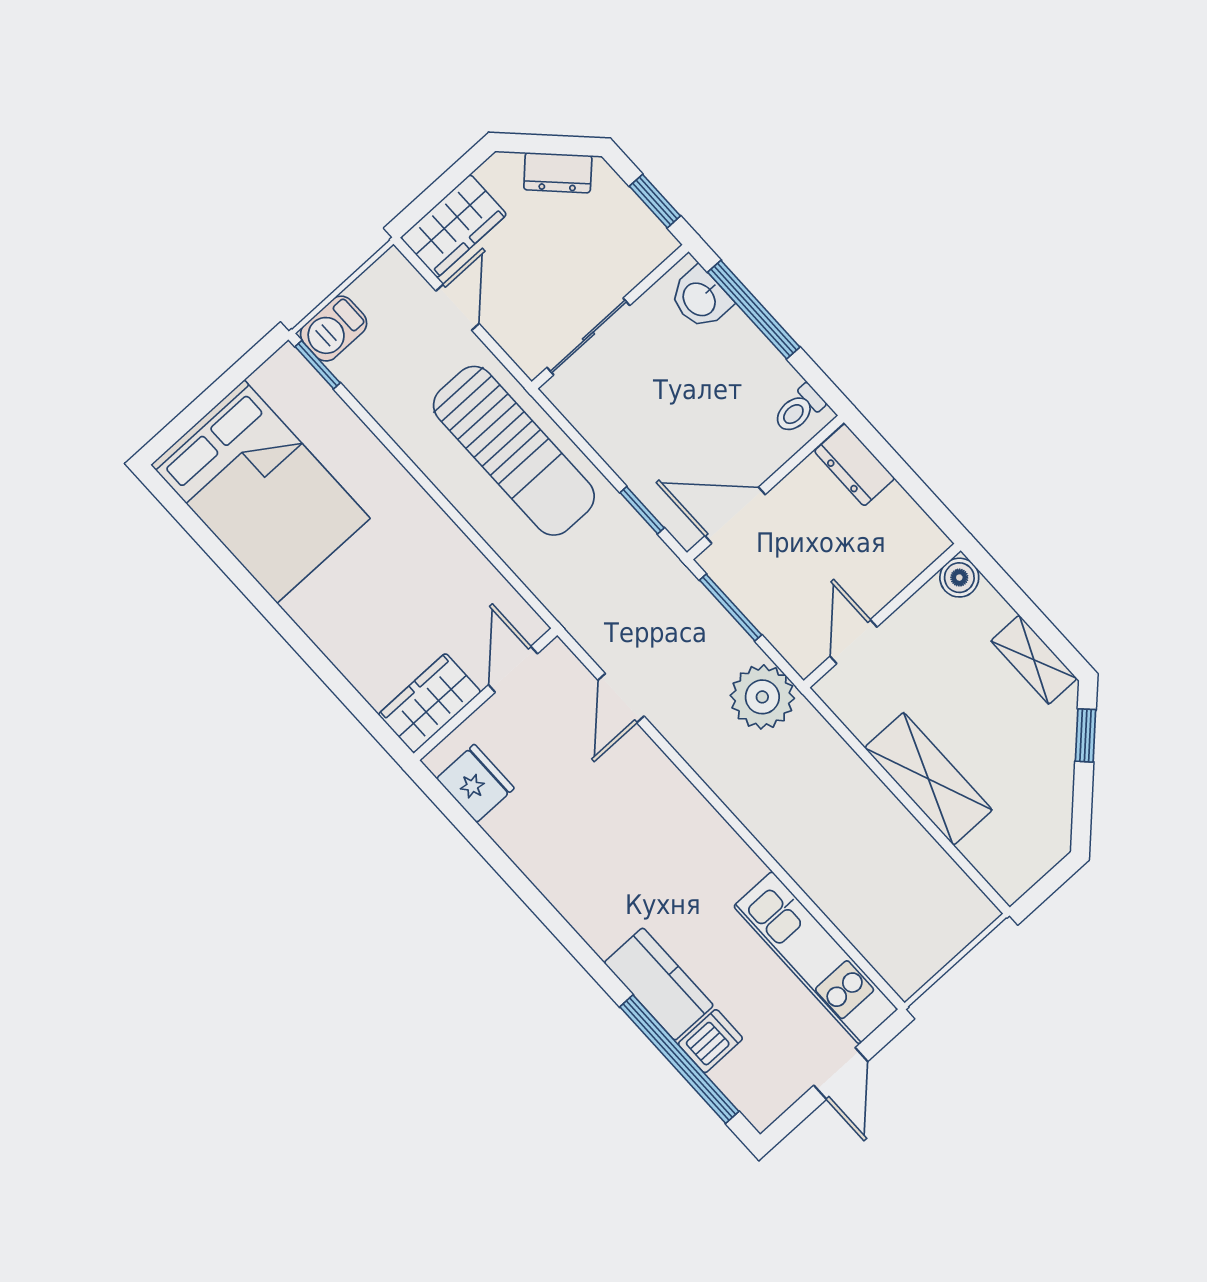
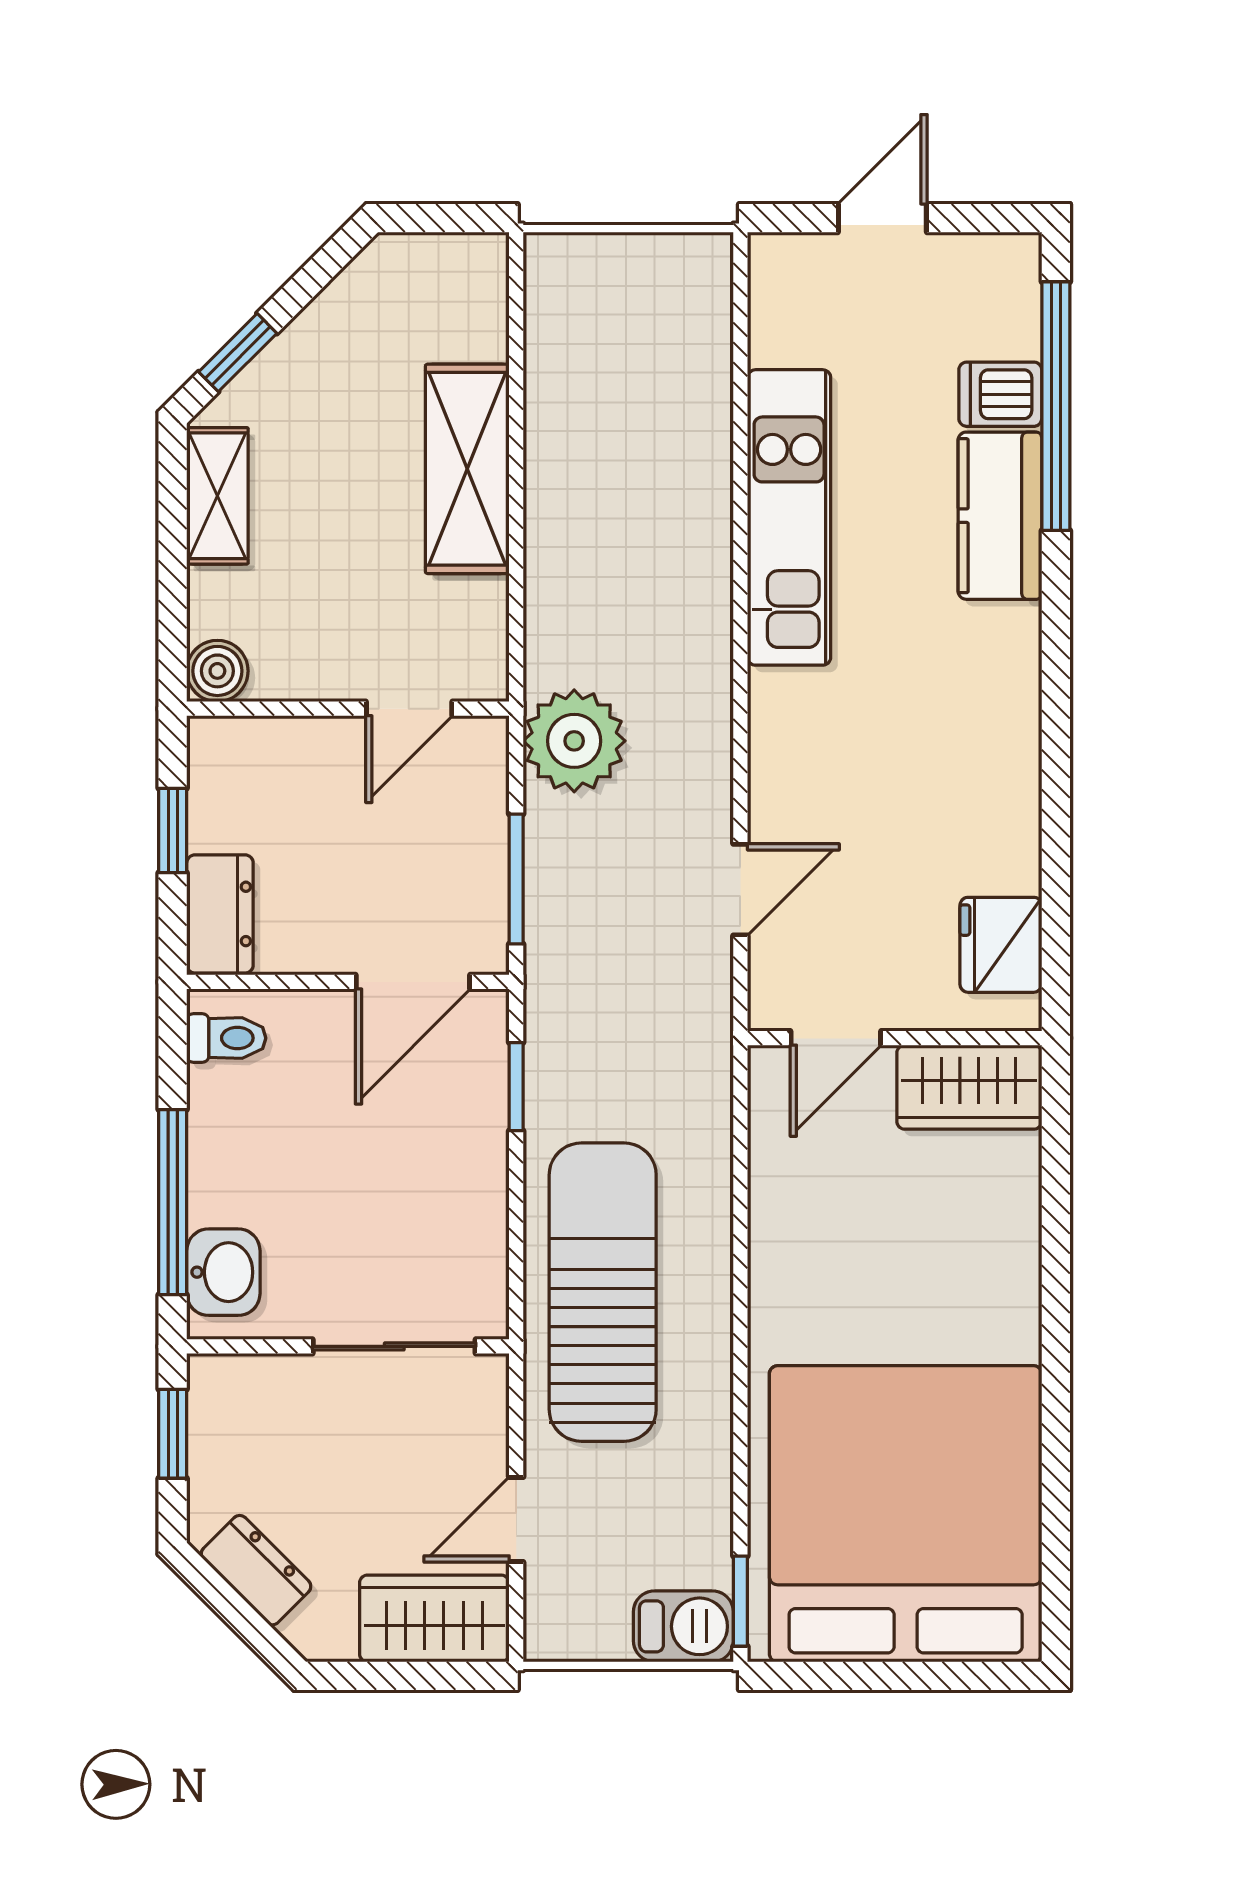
window: (912, 484) -> (173, 830), added
bed: (260, 492) -> (906, 1514), width x1.36
door: (735, 515) -> (413, 982), hinge flipped
kitchen unit: (816, 958) -> (789, 517), moved

